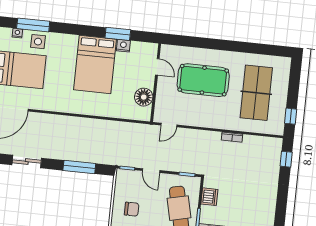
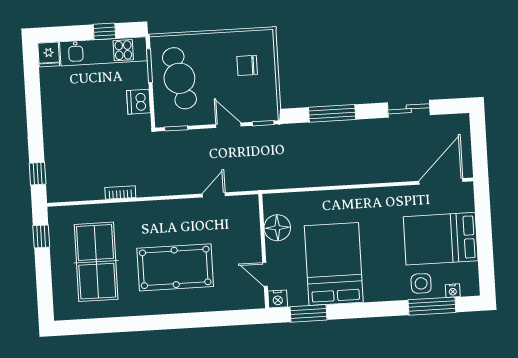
nightstand: (123, 46) -> (278, 299), moved
door: (157, 67) -> (265, 274), moved
wall: (156, 83) -> (264, 251), moved
floor lamp: (144, 97) -> (277, 228), moved

